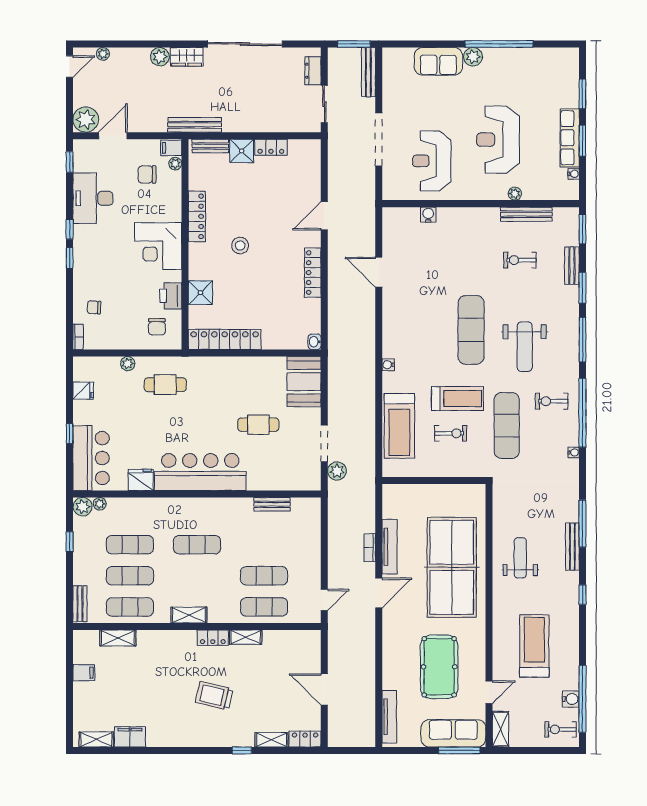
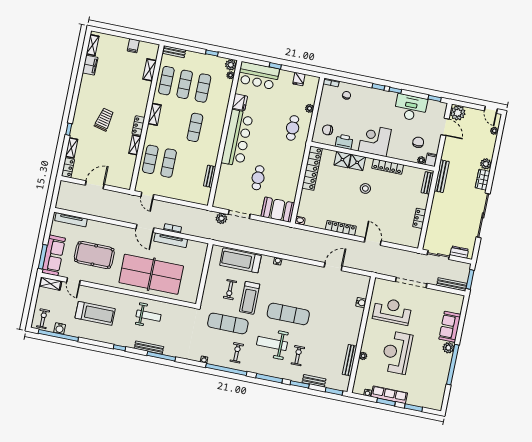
reception desk: (498, 140) -> (397, 353), turned -90
shower: (242, 151) -> (357, 162), moved
exercise bike: (520, 260) -> (298, 356), moved

